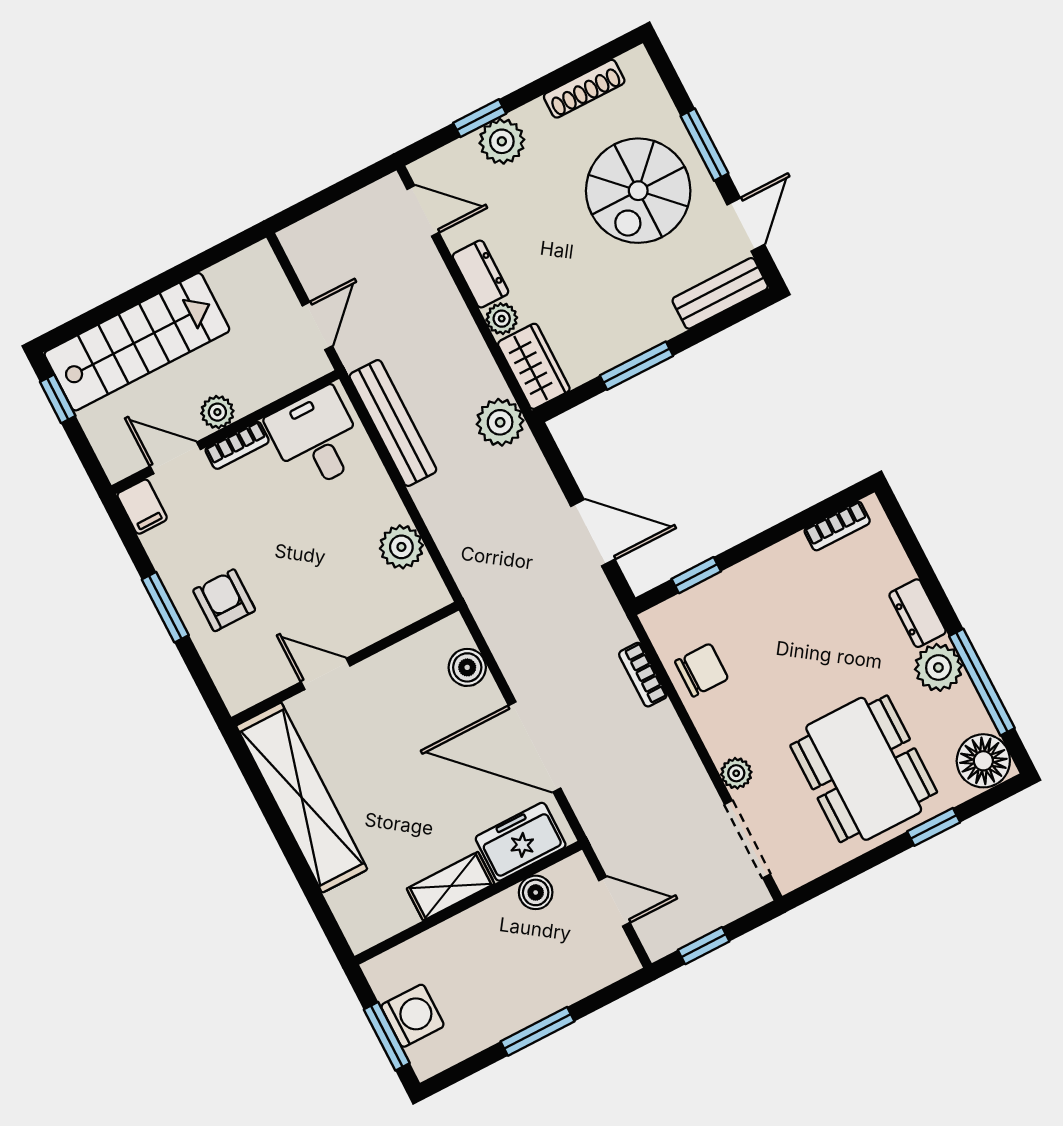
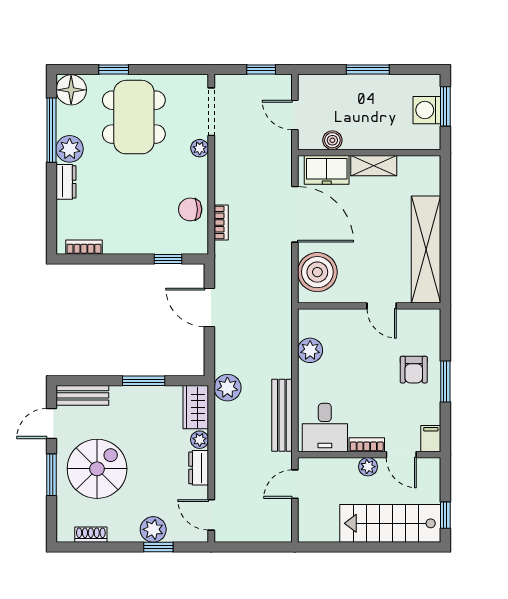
shoe rack: (584, 89) -> (91, 535), width x0.70
boiler: (467, 667) -> (317, 272), width x1.86, depth x1.86

